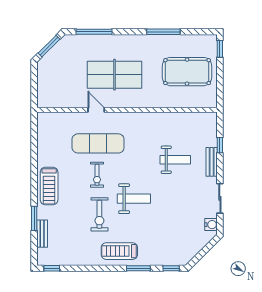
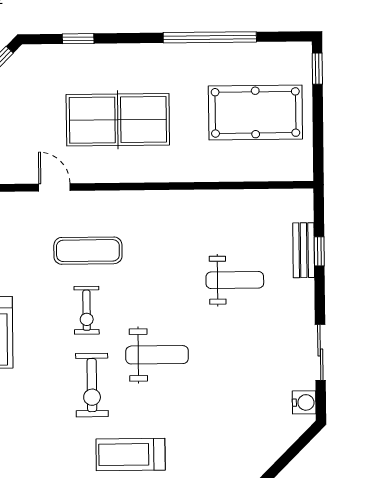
window: (94, 32) -> (78, 39), width x0.46
window: (163, 32) -> (210, 37), width x1.46
door: (96, 110) -> (54, 187), moved
exercise mat: (98, 143) -> (88, 251), width x0.73, depth x0.69
bench: (212, 162) -> (304, 250), moved

